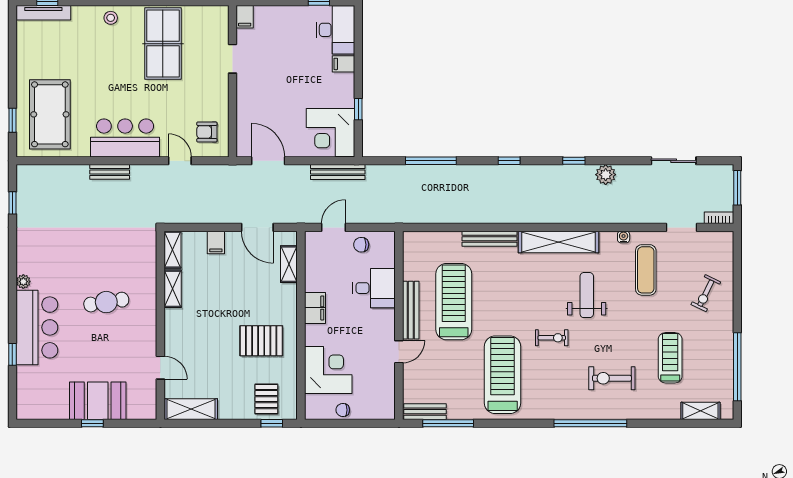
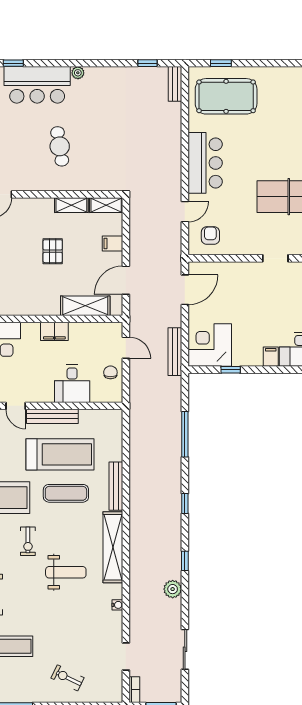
bench: (110, 172) -> (175, 84), moved
shelving: (289, 264) -> (85, 306), width x1.50, depth x1.33
exercise mat: (646, 270) -> (66, 493), moved
pallet: (261, 341) -> (53, 251), moved, width x0.67, depth x0.71

